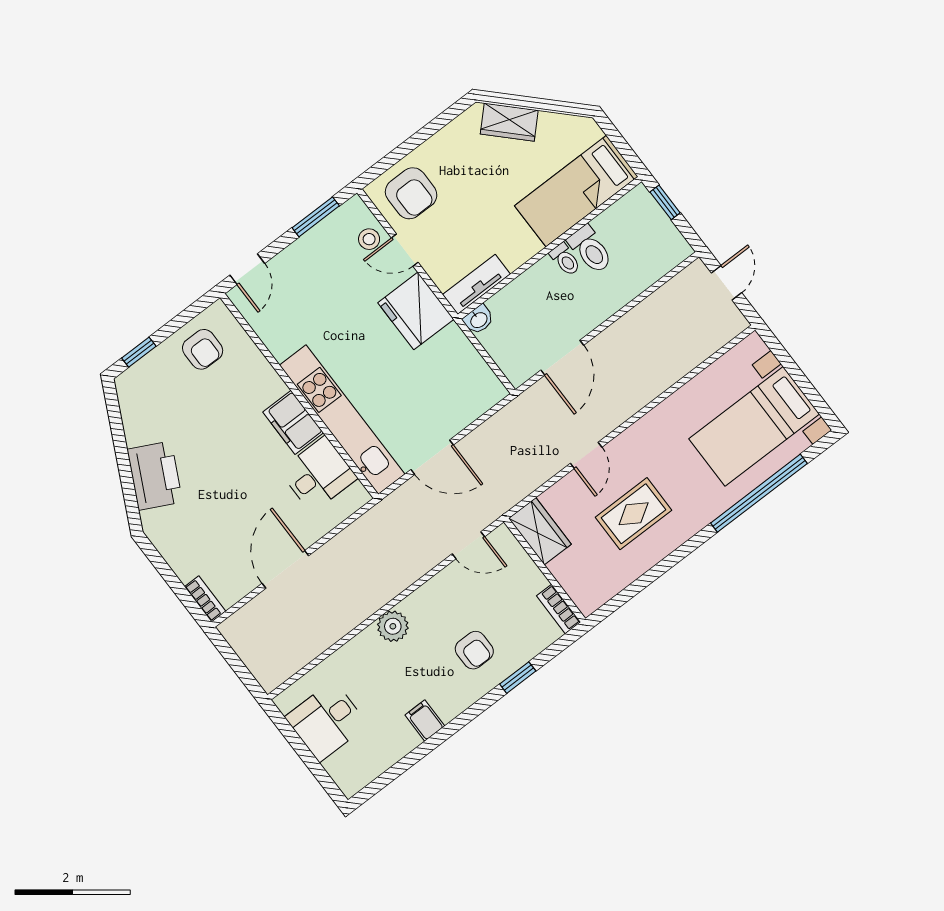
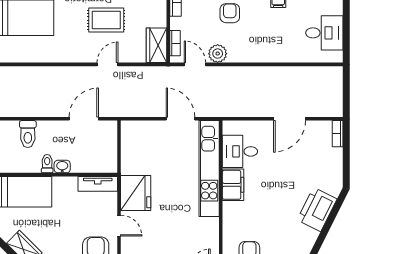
stool: (369, 239) -> (132, 243), removed
toilet: (590, 249) -> (28, 134), moved, turned 180
washbasin: (479, 320) -> (62, 167), moved
bookcase: (517, 553) -> (175, 43), added
plant: (393, 626) -> (218, 54), moved

